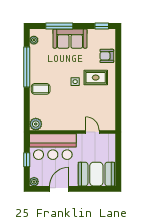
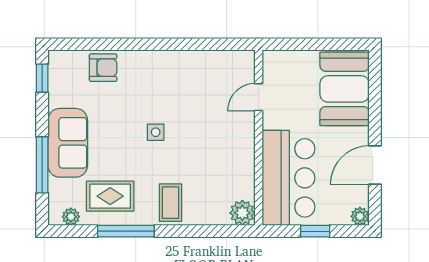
armchair: (107, 56) -> (103, 68), turned -90
window: (27, 67) -> (126, 231), width x0.68
rug: (96, 78) -> (110, 196), moved, turned 90
door: (59, 189) -> (375, 165), hinge flipped

